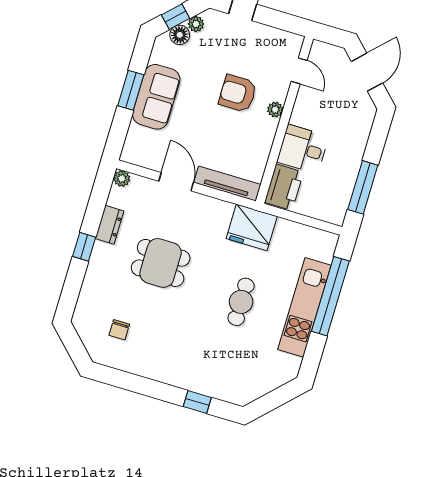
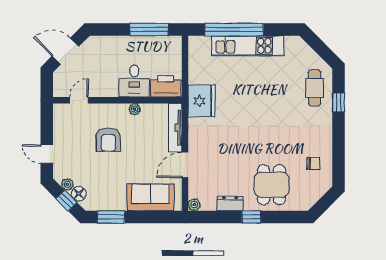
window: (131, 90) -> (111, 217), moved
sofa: (156, 97) -> (151, 197), moved
plant: (275, 110) -> (135, 109), moved
dining table: (161, 263) -> (271, 185), moved
cafe table: (241, 302) -> (315, 88), moved, turned 90
chair: (119, 330) -> (313, 163), moved

